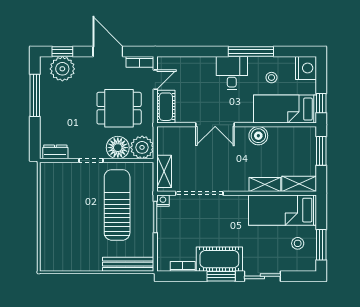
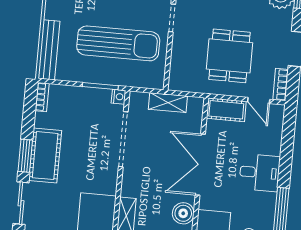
desk: (232, 73) -> (260, 173), moved
double door: (215, 125) -> (200, 165), width x1.37
plant: (142, 147) -> (182, 78), removed
floor lamp: (118, 148) -> (184, 50), removed
shelving: (164, 171) -> (168, 103), moved
bookcase: (183, 266) -> (42, 97), moved

